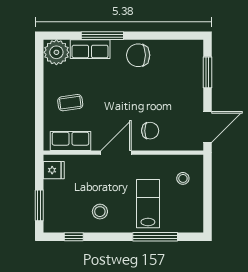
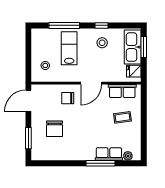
plant: (56, 52) -> (128, 156), width x0.53, depth x0.53
chair: (138, 55) -> (54, 129), moved, turned 90
lab bench: (148, 204) -> (69, 48), turned 180
kitchen sink: (55, 205) -> (133, 47), added
window: (74, 237) -> (102, 25), moved

